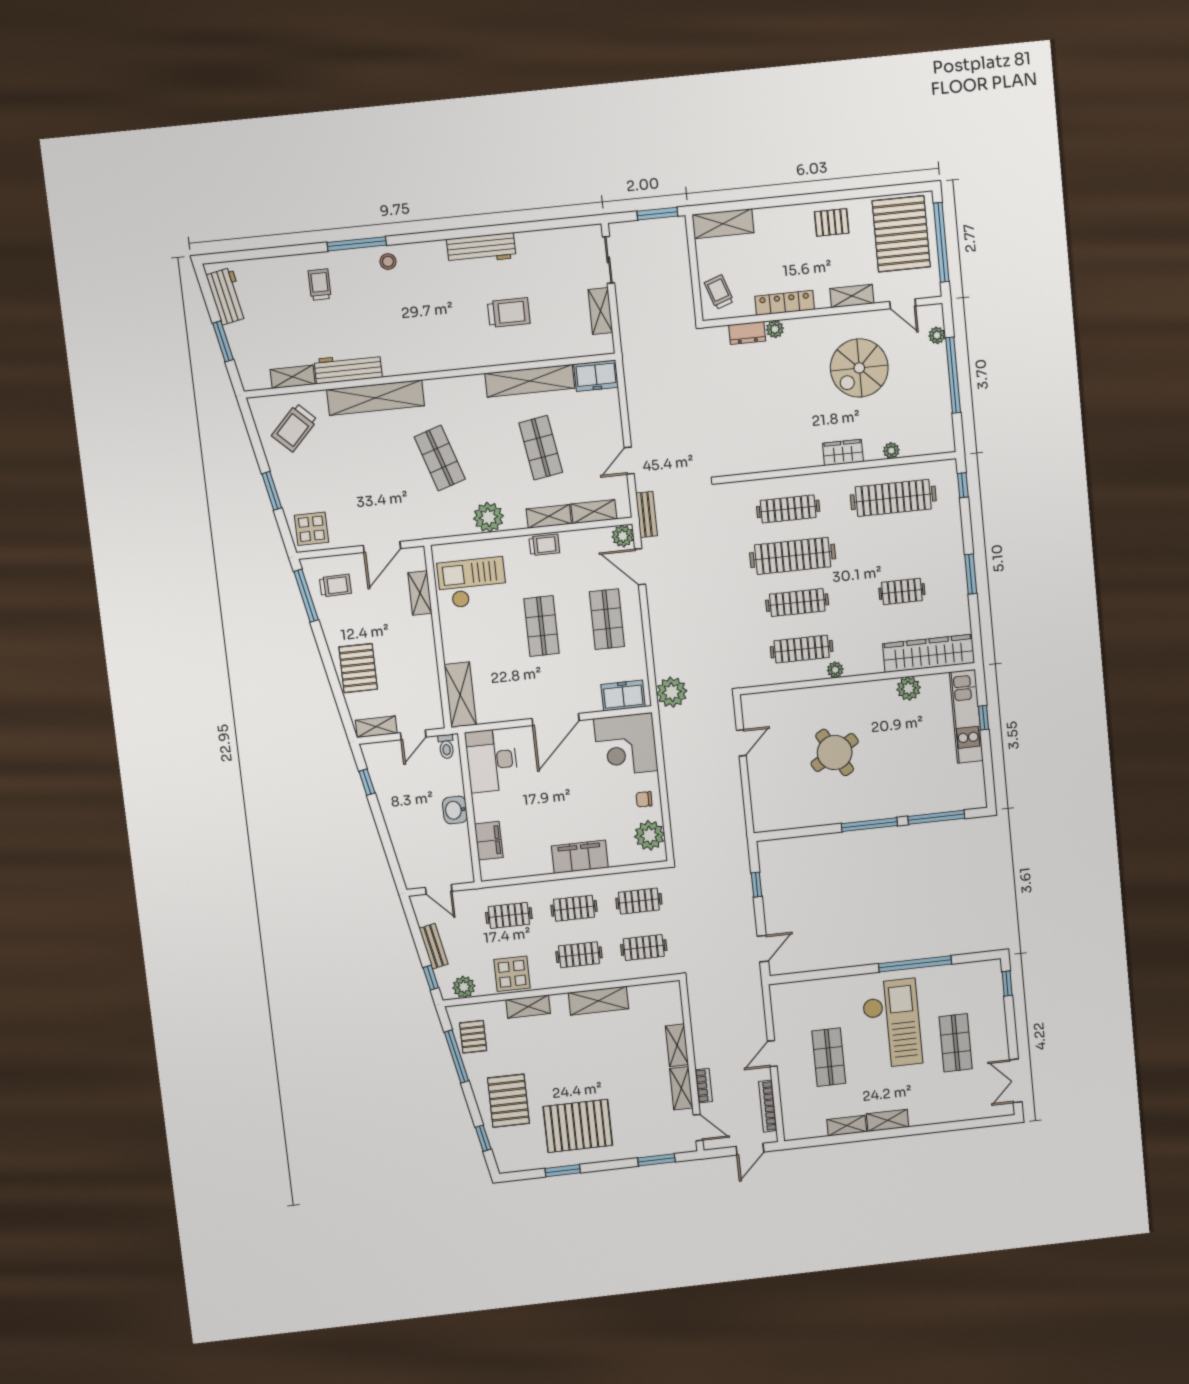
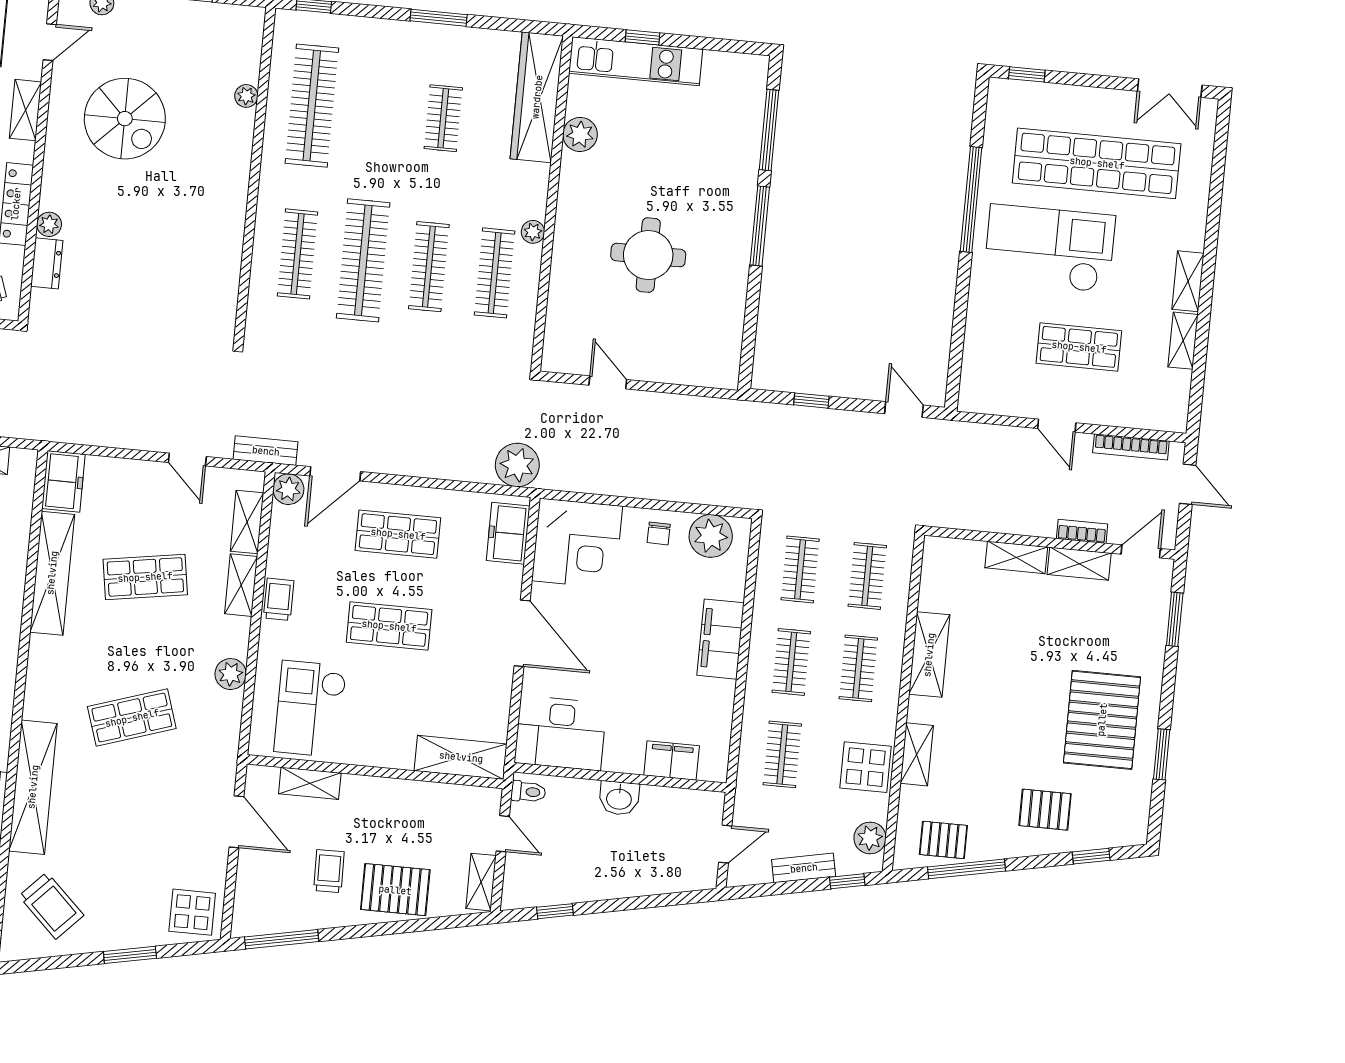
wardrobe: (843, 452) -> (235, 163), removed
plant: (489, 517) -> (231, 674), width x0.73, depth x0.73
trolley: (335, 585) -> (329, 871), moved
round table: (835, 752) -> (648, 255), turned 30
shop shelf: (956, 1043) -> (1097, 163), width x2.00, depth x1.36
pallet: (508, 1101) -> (1045, 810), width x0.67, depth x0.71

